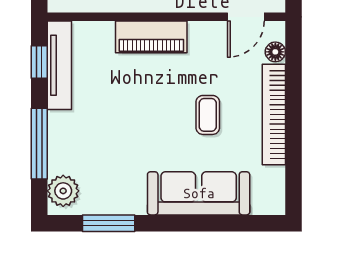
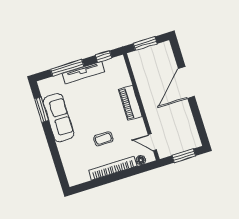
tv unit: (59, 65) -> (83, 73), moved
plant: (63, 191) -> (50, 85), removed
sofa: (199, 193) -> (59, 118), moved

